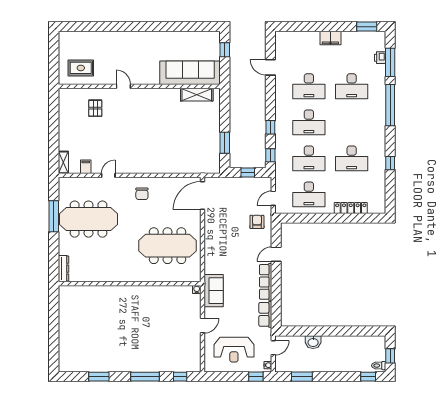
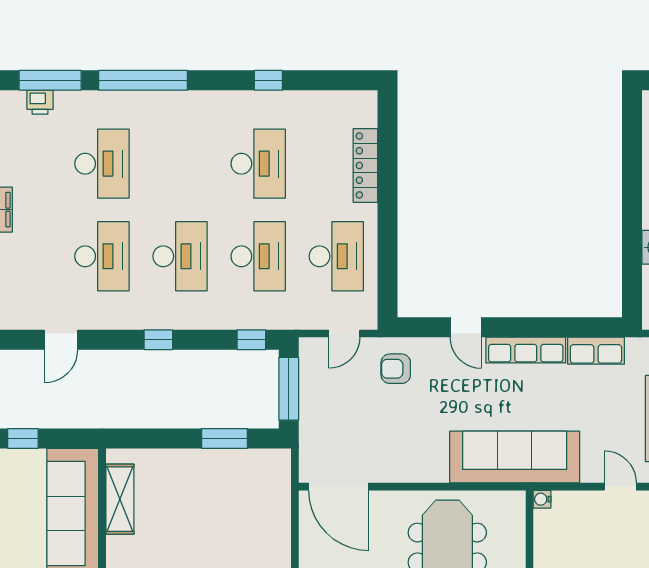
window: (270, 127) -> (158, 340), moved
window: (248, 172) -> (289, 389), width x2.17
door: (273, 198) -> (344, 333), hinge flipped
sofa: (214, 291) -> (515, 457), width x1.85, depth x1.27

